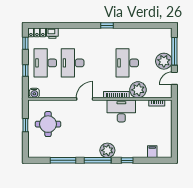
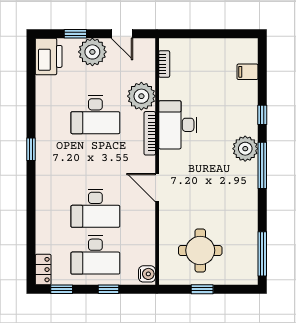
printer: (52, 33) -> (49, 56), moved, width x1.87, depth x1.48
window: (174, 51) -> (75, 34), width x0.46
window: (63, 160) -> (262, 254), moved

